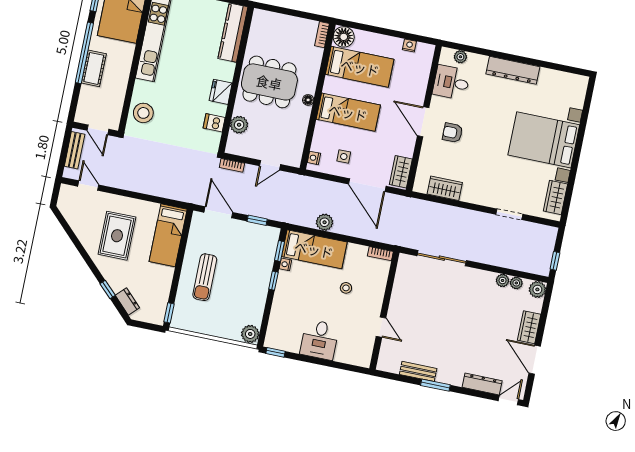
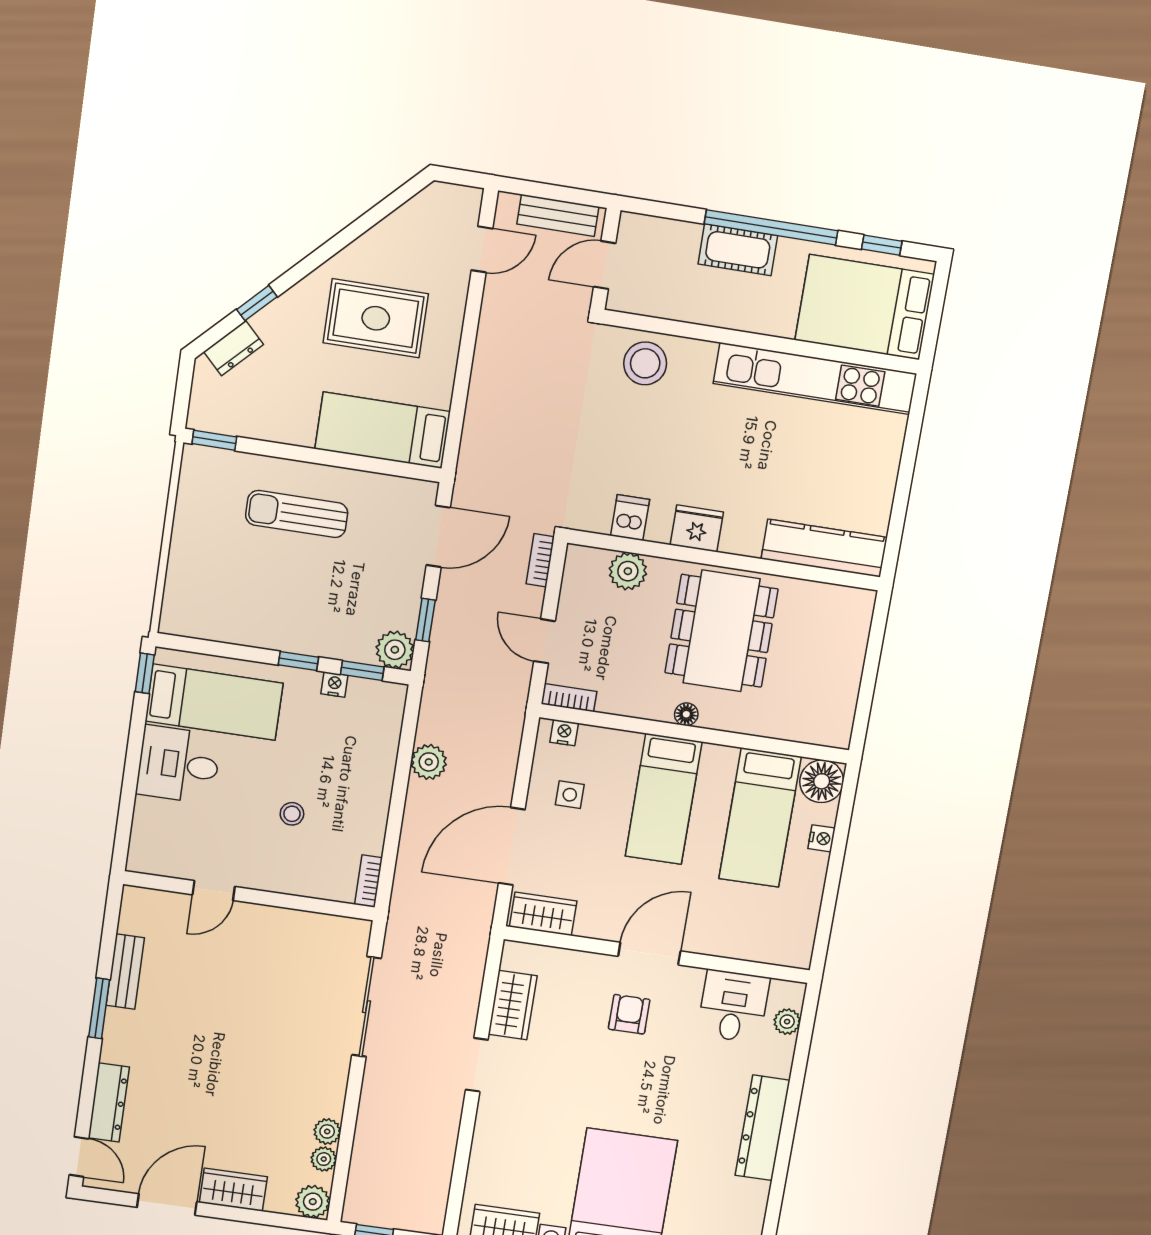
bookcase: (322, 35) -> (569, 698), moved
nightstand: (409, 45) -> (822, 838), moved
doorway: (509, 214) -> (477, 1065), moved
bed: (314, 249) -> (214, 702), moved, turned -90
plant: (250, 334) -> (395, 650), moved

